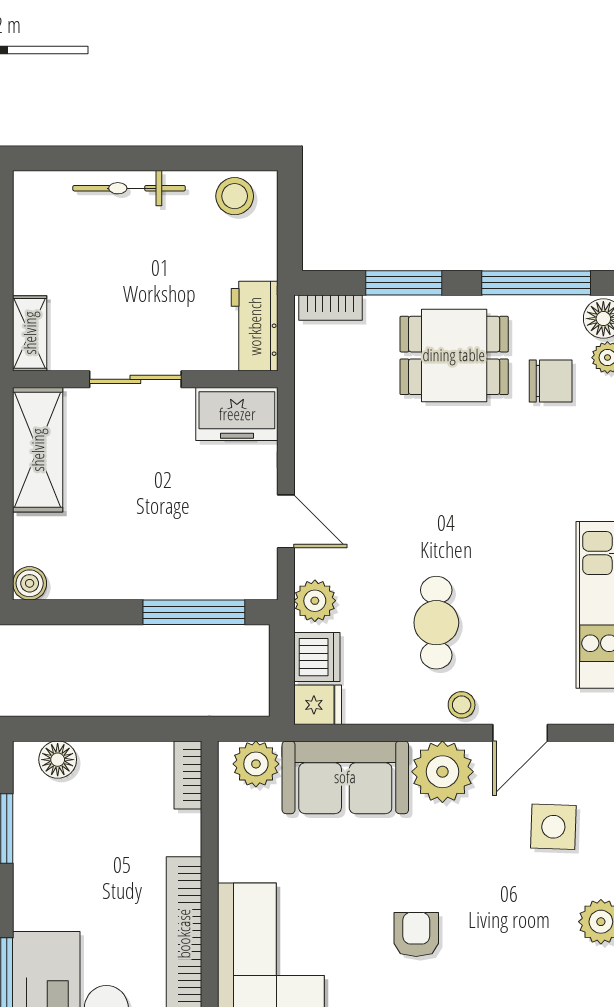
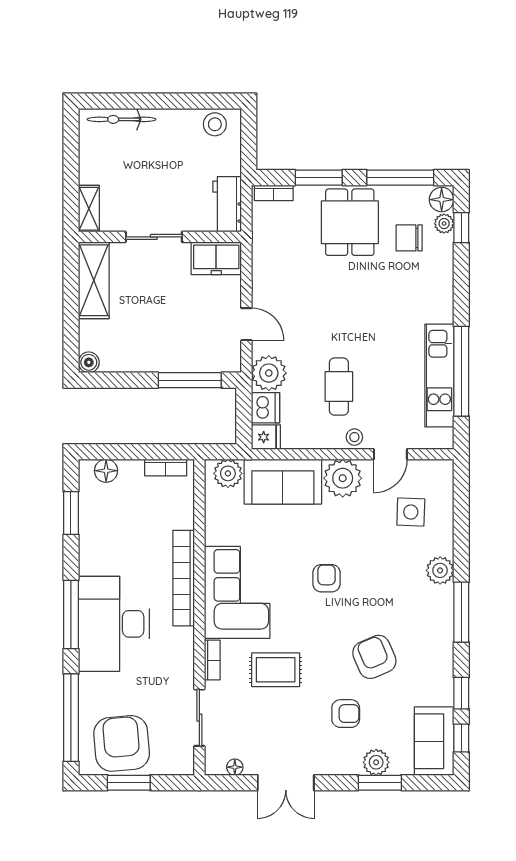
bicycle: (129, 188) -> (122, 119), moved
dining table: (454, 355) -> (350, 222), turned 90
chair: (551, 381) -> (409, 238), turned 180
plant: (315, 601) -> (269, 373), width x1.36, depth x1.36
bookcase: (188, 775) -> (166, 468), moved, turned -90

